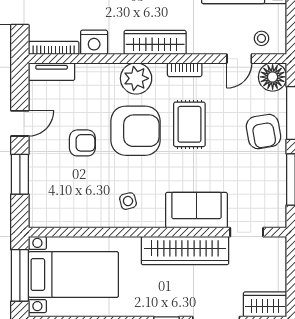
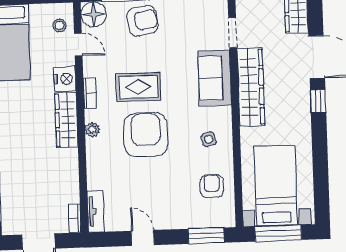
nightstand: (94, 42) -> (65, 79), moved
bookcase: (54, 48) -> (75, 218), width x0.64
plant: (136, 78) -> (92, 130), width x0.53, depth x0.53
armchair: (82, 143) -> (212, 186), moved
window: (20, 174) -> (206, 236), moved

